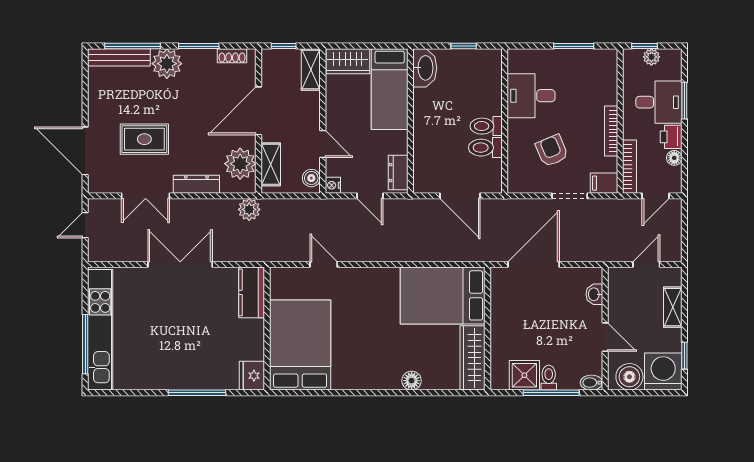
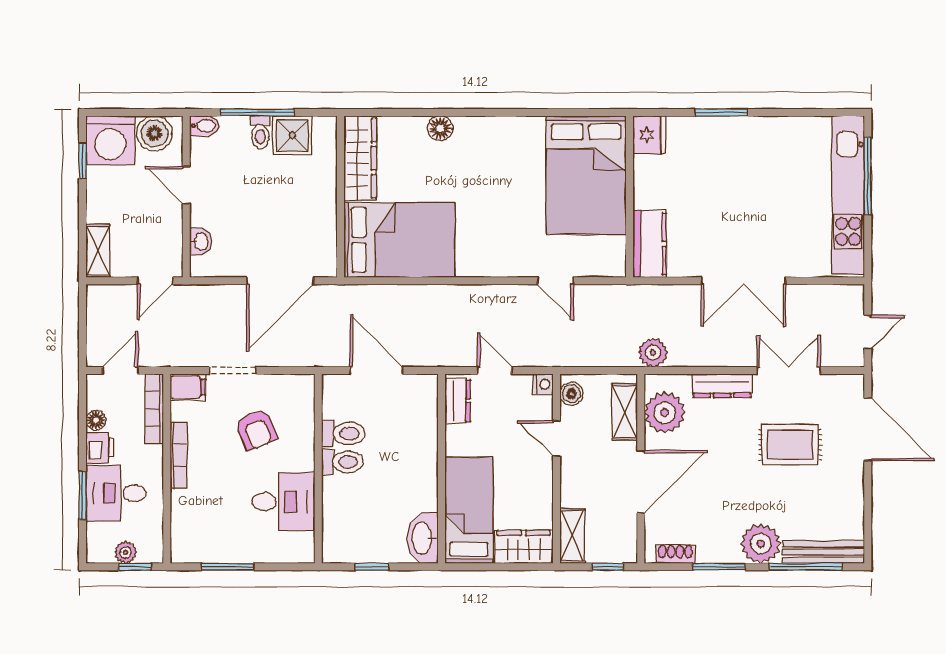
door: (646, 264) -> (155, 281), moved
shelving: (673, 307) -> (98, 251), moved
window: (197, 393) -> (721, 112), width x0.69

